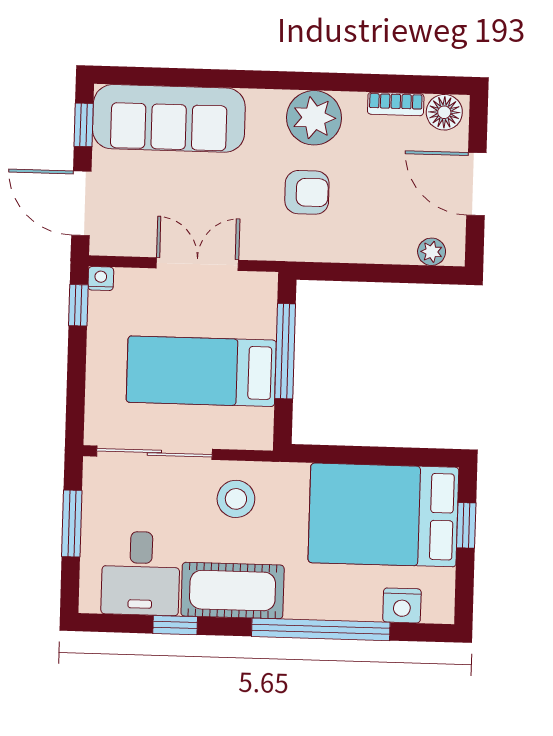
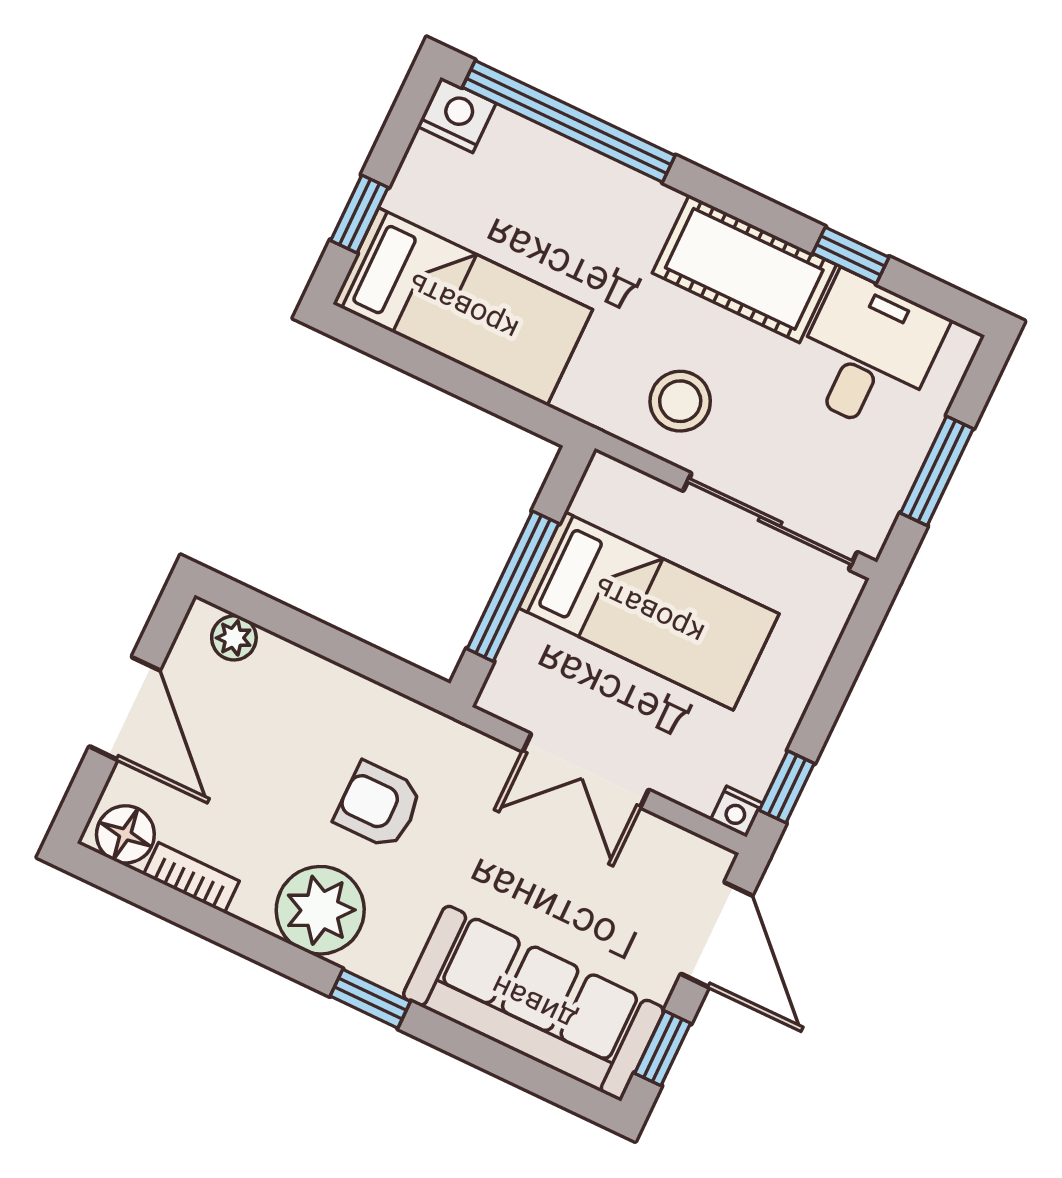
window: (263, 80) -> (370, 999), added
bed: (383, 515) -> (463, 307), width x0.67
nightstand: (402, 605) -> (457, 115), moved
window: (321, 629) -> (569, 121), moved

